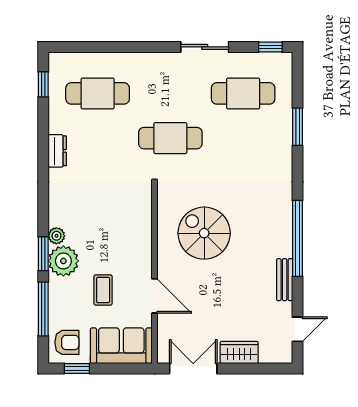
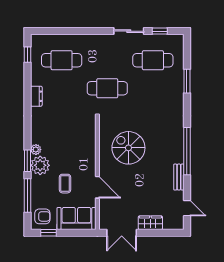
window: (270, 47) -> (160, 31), moved
door: (298, 329) -> (187, 208), hinge flipped
double door: (193, 369) -> (122, 233), swing flipped

